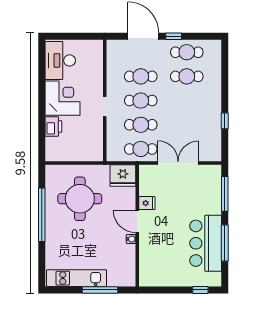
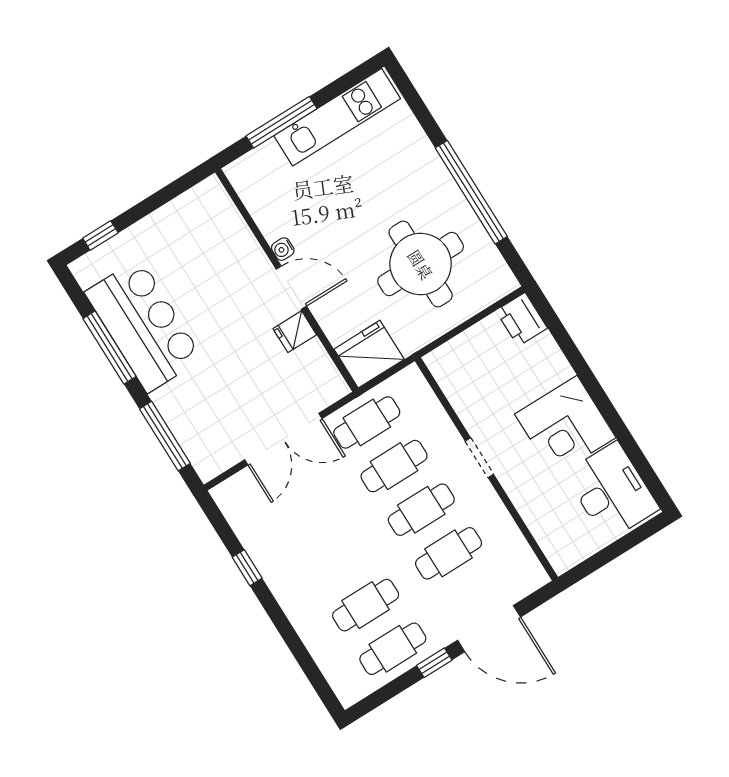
printer: (53, 127) -> (522, 319), moved

